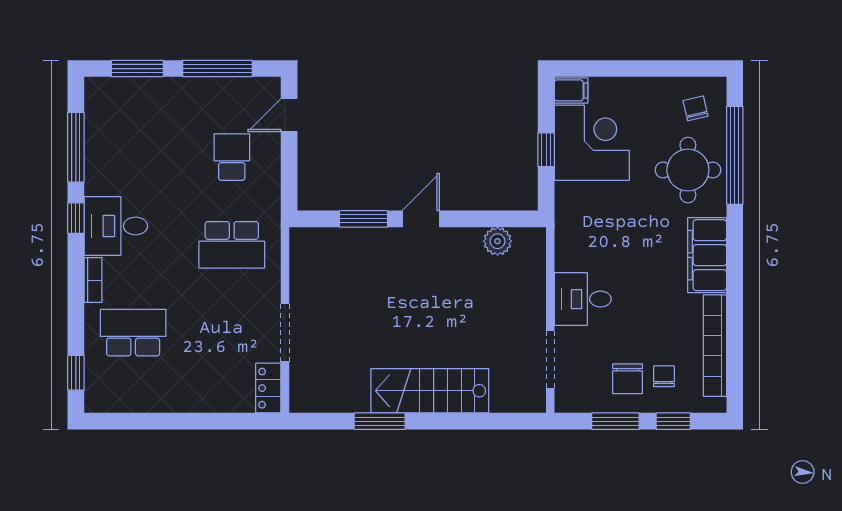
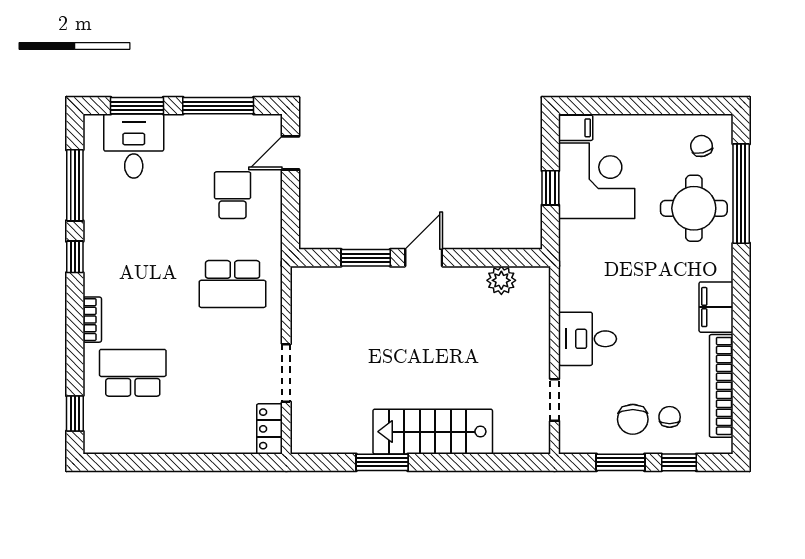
desk: (116, 226) -> (134, 146), moved, turned 90
filing cabinet: (707, 255) -> (716, 307), width x0.67, depth x0.86
doorway: (550, 359) -> (555, 400), width x0.73

